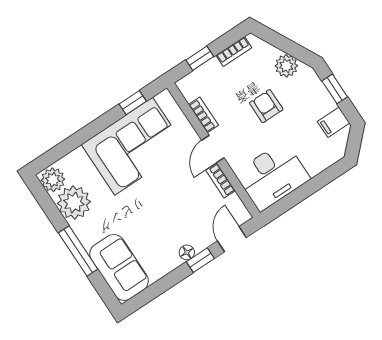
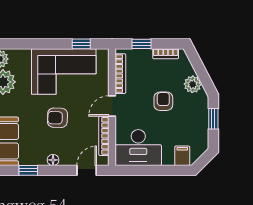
bookcase: (203, 115) -> (120, 74), width x1.56
filing cabinet: (334, 122) -> (182, 156), moved, turned 90
bookcase: (221, 180) -> (104, 136), width x1.56
armchair: (161, 202) -> (57, 118), added
window: (200, 260) -> (28, 170), moved

